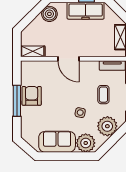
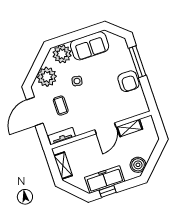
shelving: (33, 51) -> (130, 128), moved
door: (69, 59) -> (105, 128), swing flipped
window: (17, 101) -> (137, 62), moved

